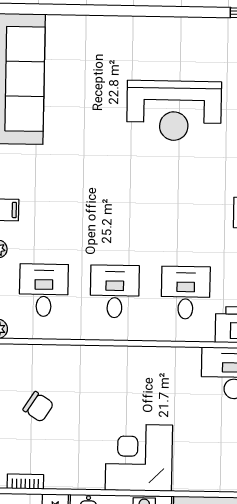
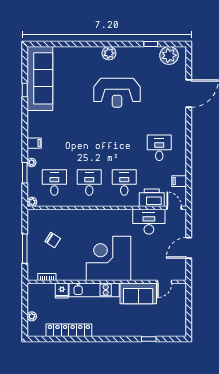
plant: (159, 30) -> (109, 53), added
corner desk: (139, 458) -> (109, 258), width x1.36, depth x1.36

